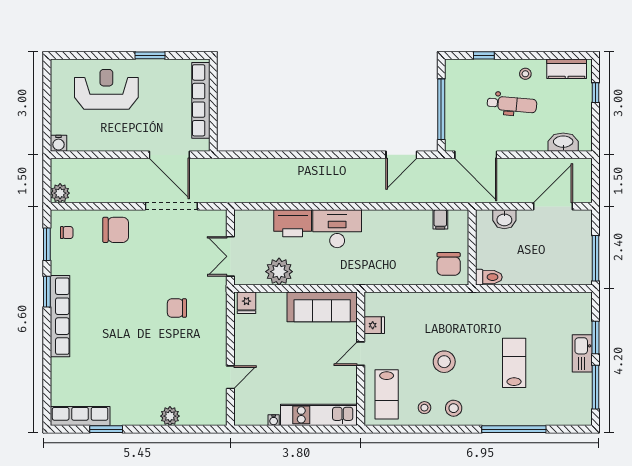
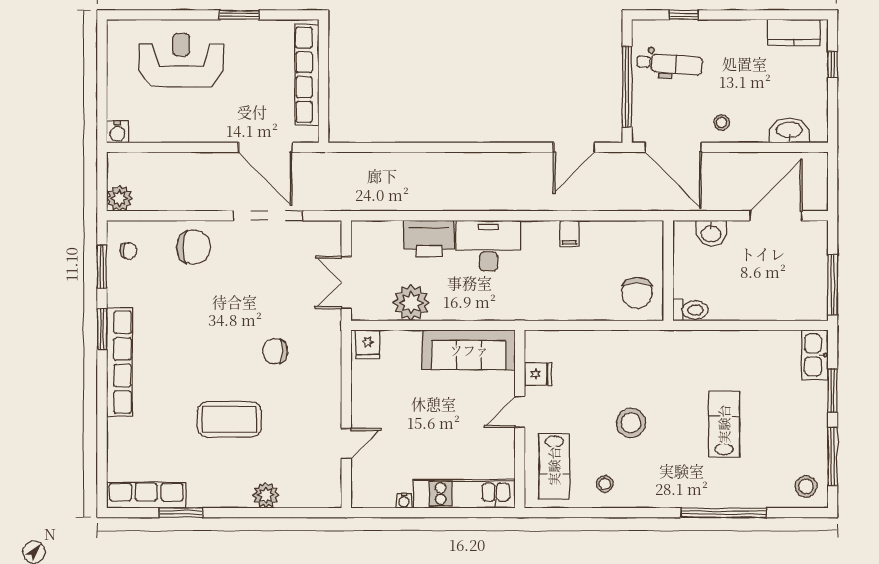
stool: (525, 74) -> (722, 123), moved
dental chair: (512, 104) -> (670, 64), moved
filing cabinet: (440, 219) -> (569, 233), moved
kitchen sink: (582, 353) -> (815, 355), moved
coffee table: (142, 359) -> (229, 419), added
stool: (454, 408) -> (806, 487), moved

